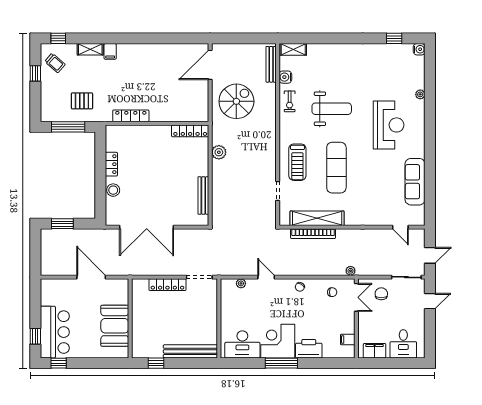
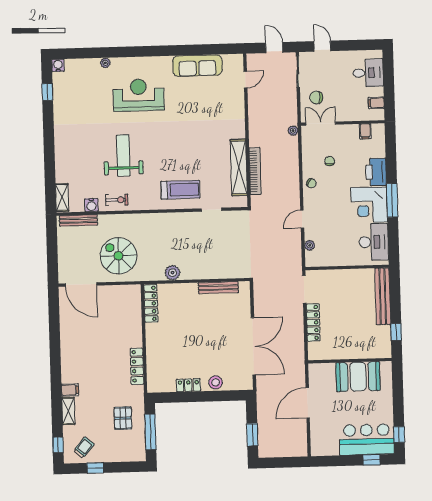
exercise mat: (336, 168) -> (185, 149), removed
chair: (332, 292) -> (330, 161), moved
filing cabinet: (375, 351) -> (376, 103), width x0.50

